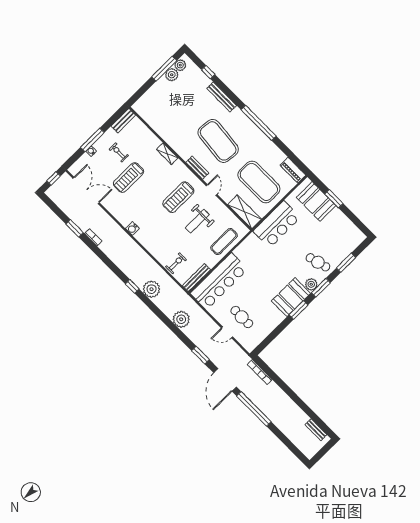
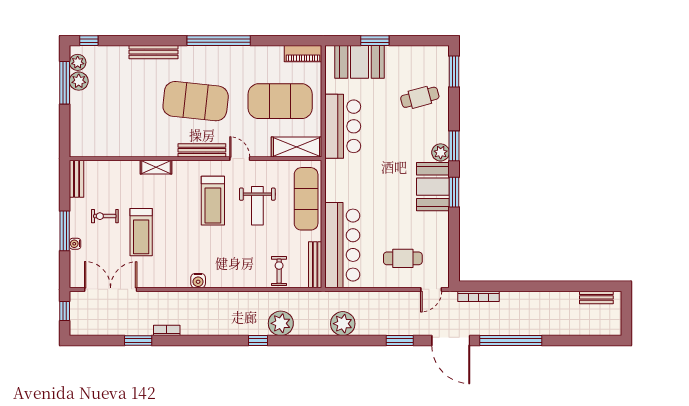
window: (208, 72) -> (89, 41), moved
bench: (197, 168) -> (202, 150), width x1.36
exercise mat: (224, 242) -> (306, 199), width x1.36, depth x1.45
cafe table: (318, 262) -> (420, 97), moved
window: (346, 263) -> (454, 72), moved
door: (227, 332) -> (431, 289), moved

